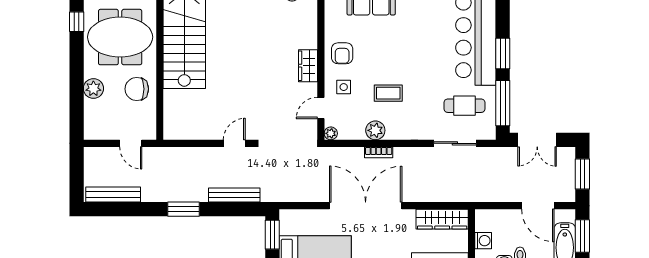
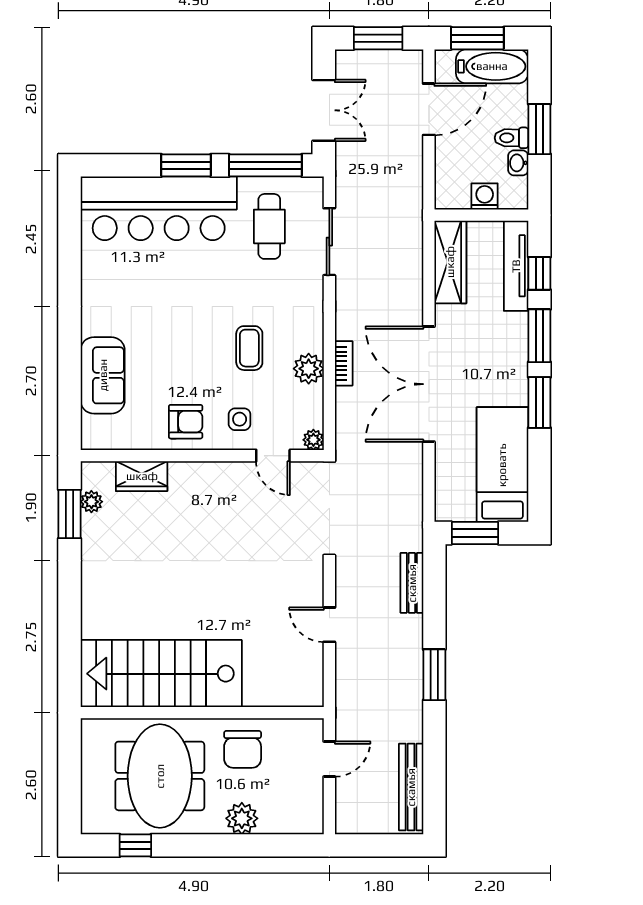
wardrobe: (308, 66) -> (142, 476), moved
door: (234, 143) -> (329, 625), moved
bench: (234, 195) -> (412, 583), width x0.73

